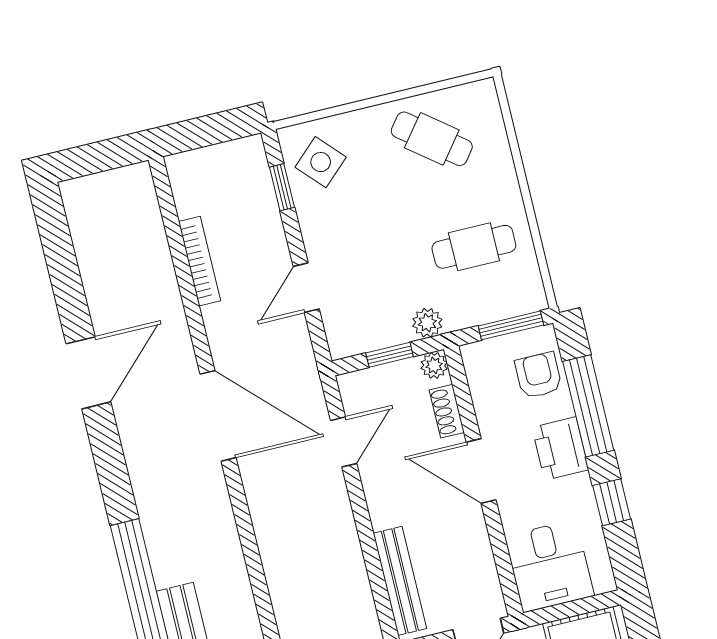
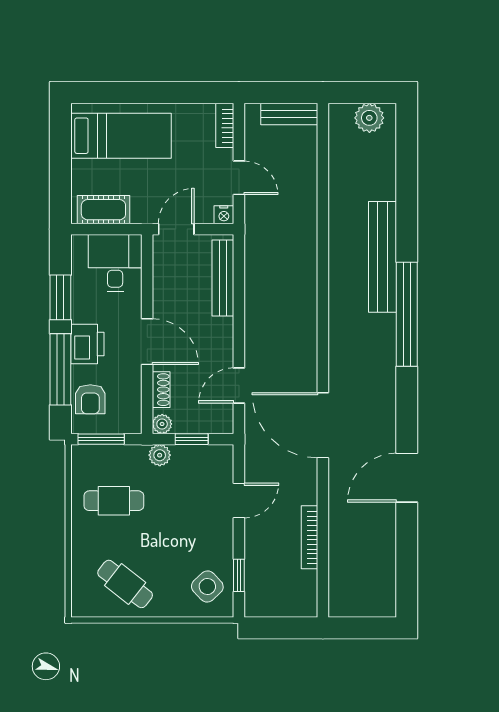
window: (612, 502) -> (60, 297), width x1.50

